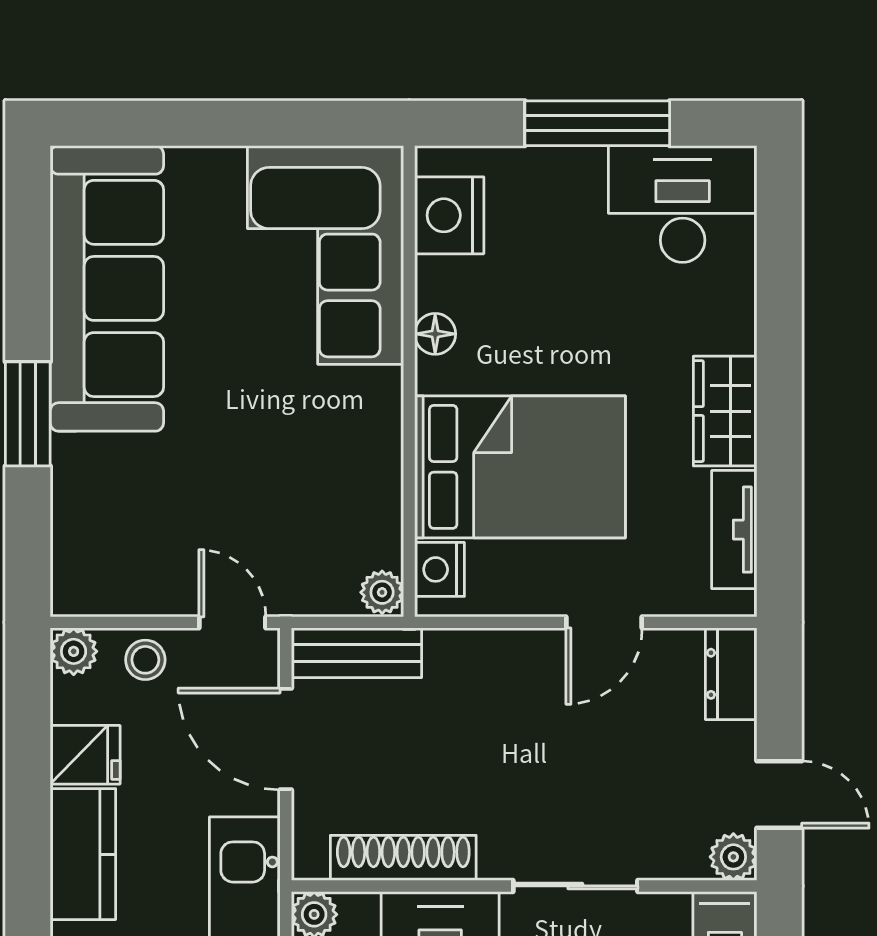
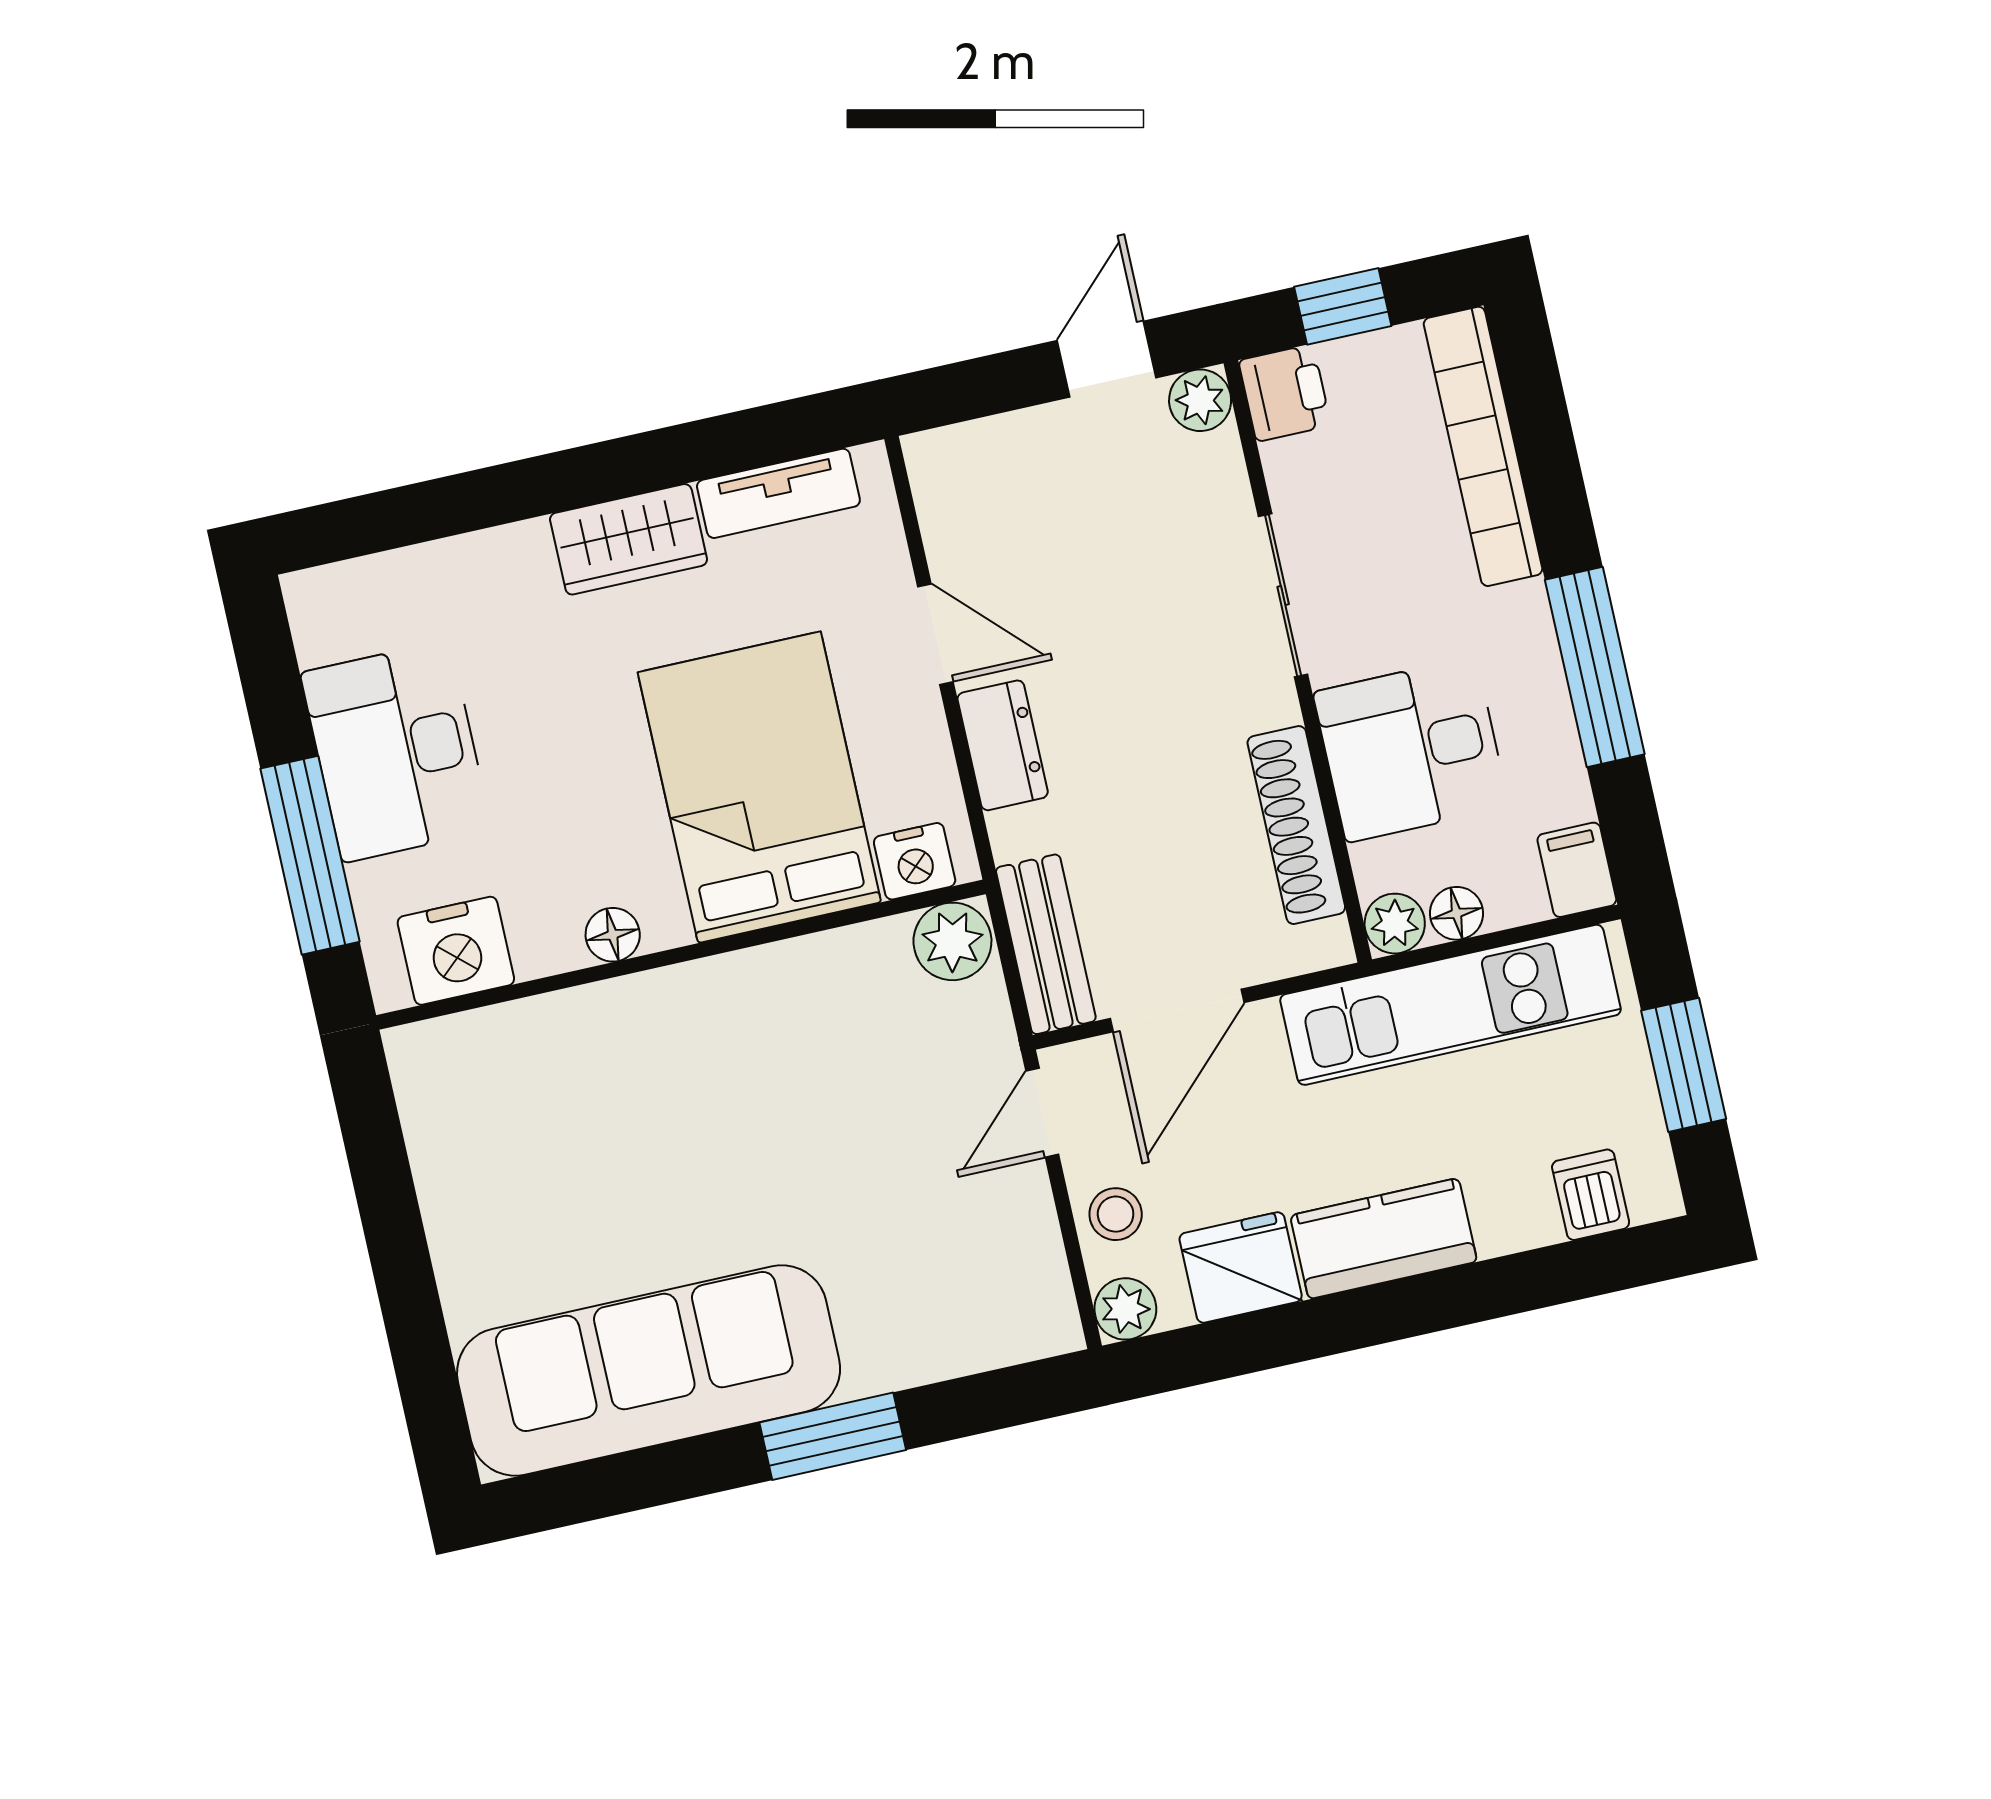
window: (597, 123) -> (310, 855), moved
desk: (683, 204) -> (396, 751), moved
corner sofa: (325, 255) -> (543, 1099), removed
plant: (382, 592) -> (952, 941), width x1.38, depth x1.38
dresser: (731, 674) -> (1003, 745), moved, turned -90
fridge: (85, 755) -> (1241, 1268), width x1.38

